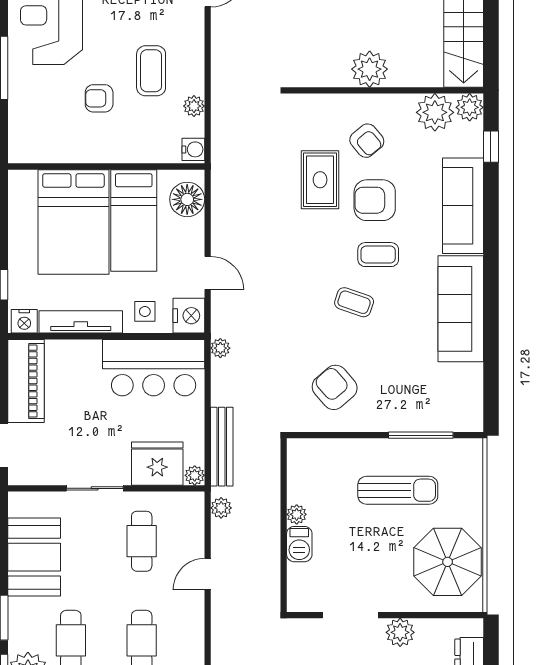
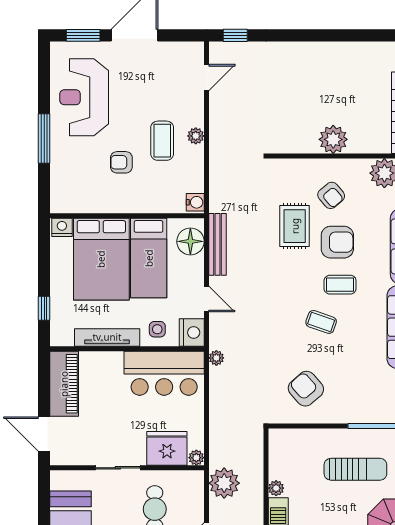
plant: (194, 106) -> (196, 136), moved
armchair: (375, 200) -> (337, 242), turned 180
nightstand: (24, 321) -> (62, 227), moved, turned 180
bench: (222, 447) -> (217, 244), moved
plant: (221, 508) -> (224, 483), width x1.87, depth x1.87

